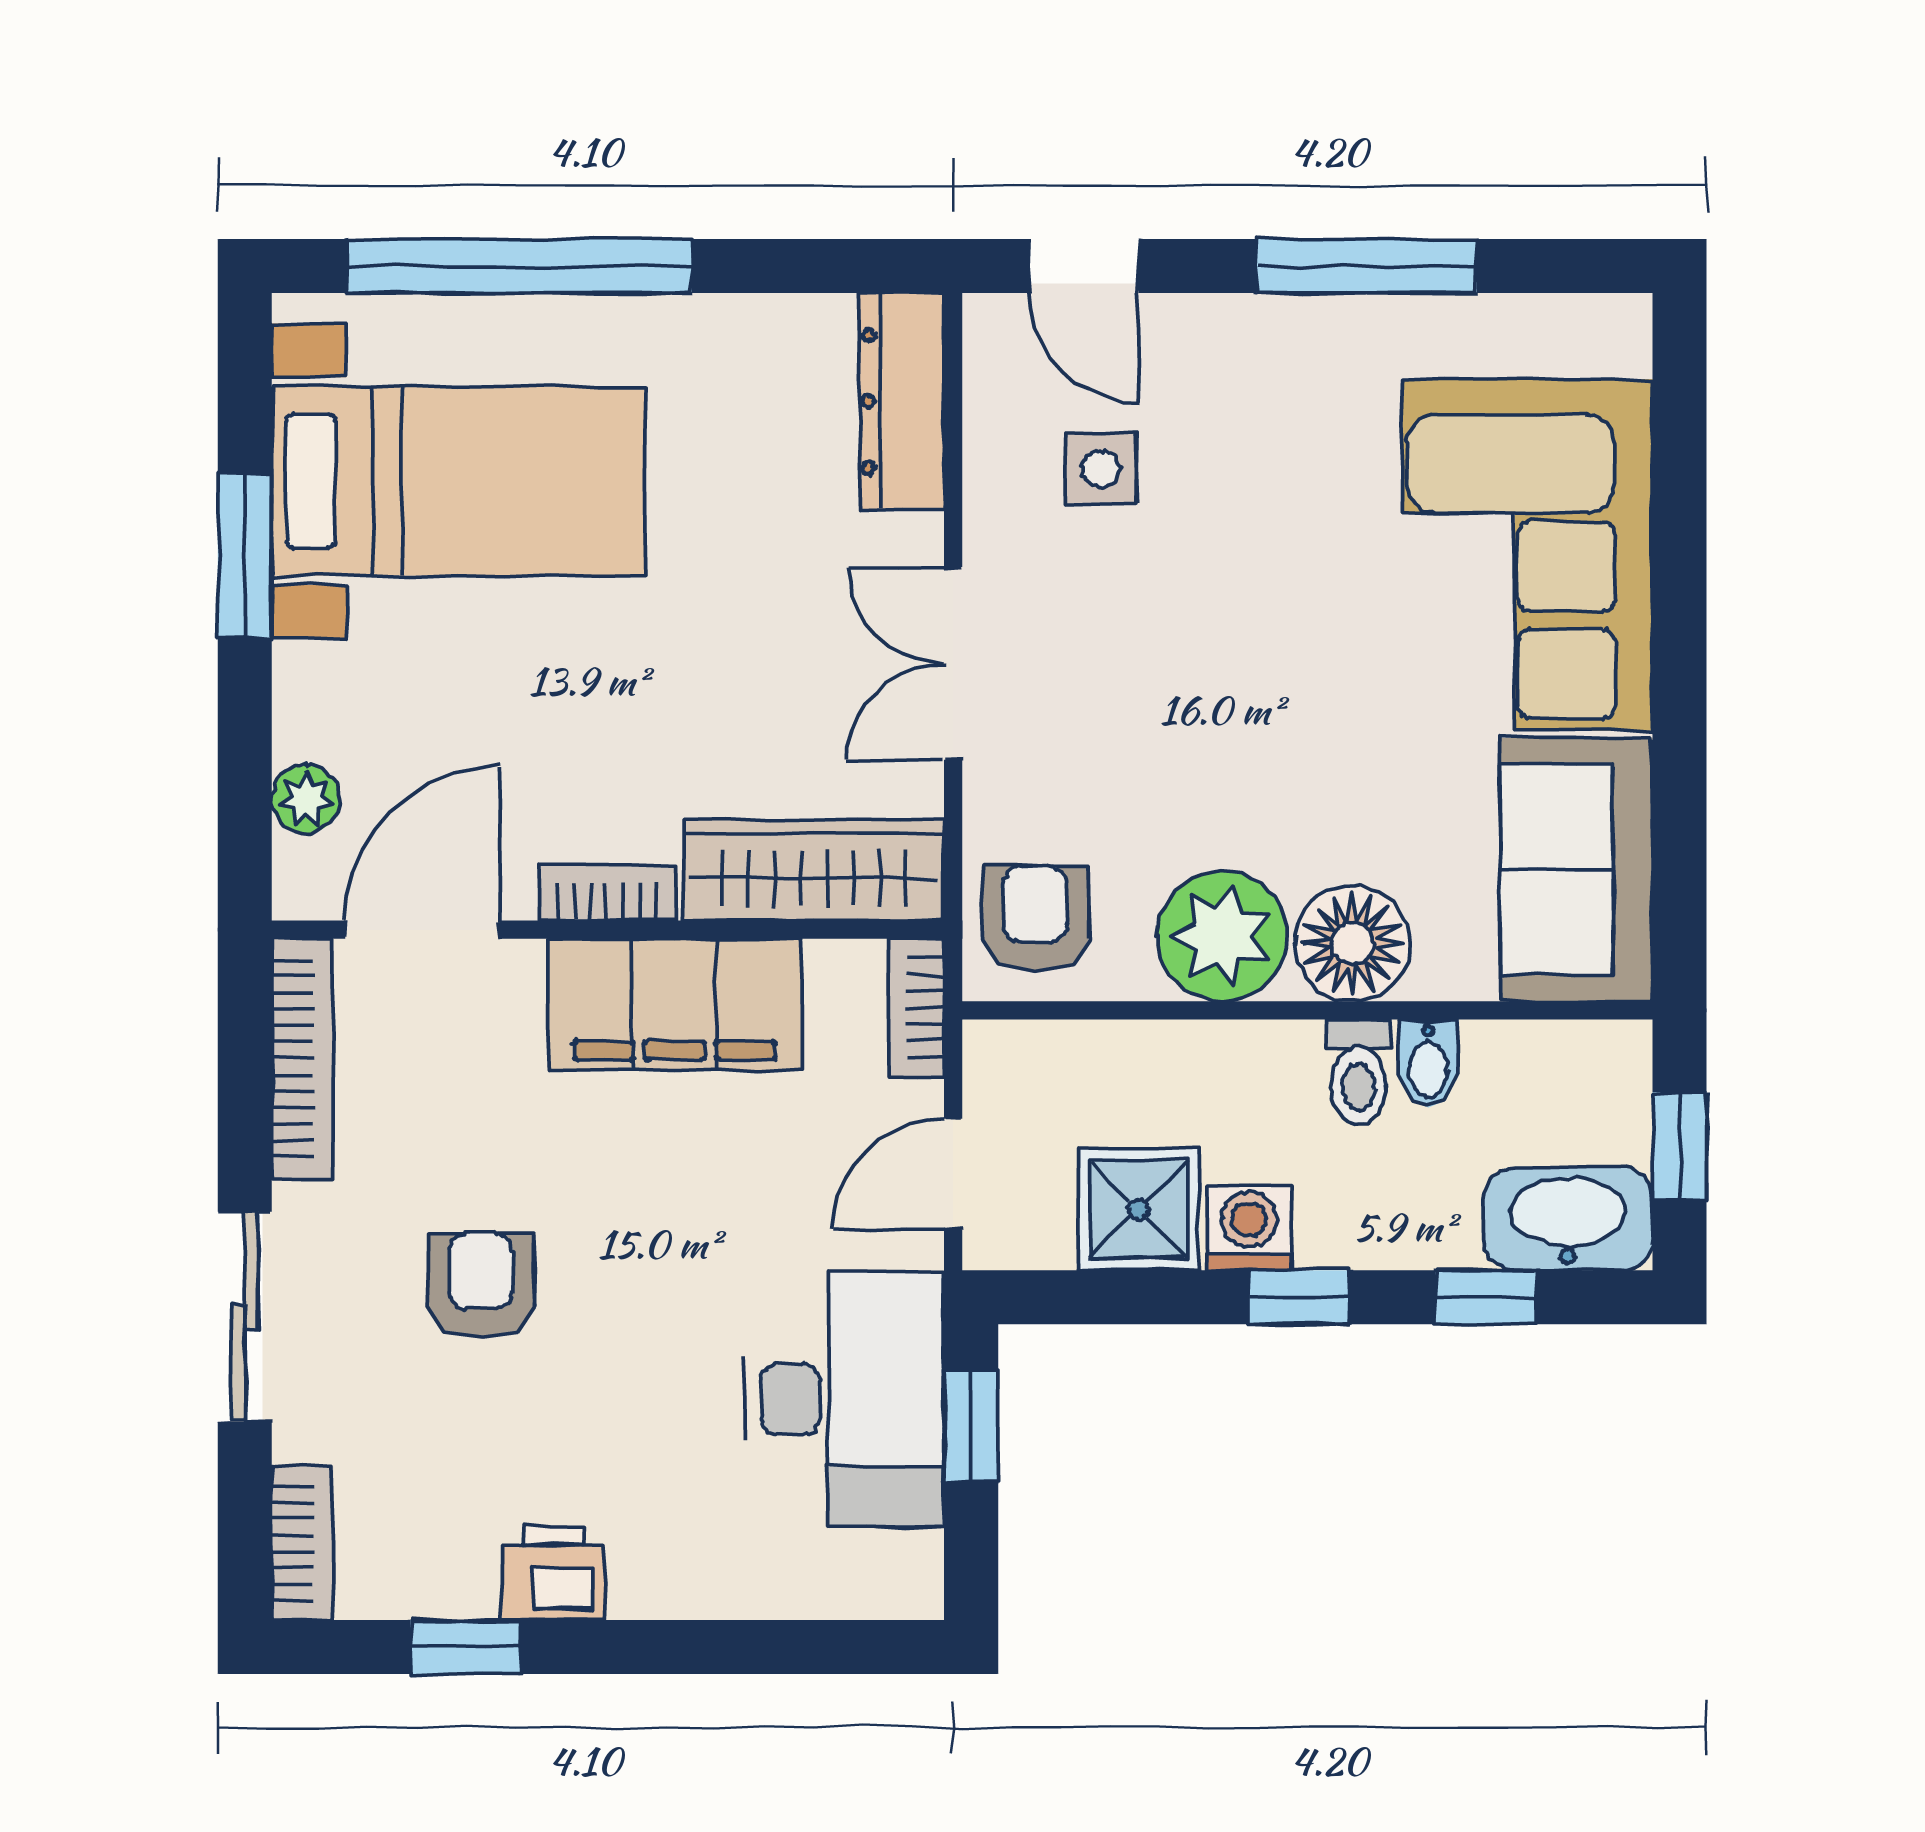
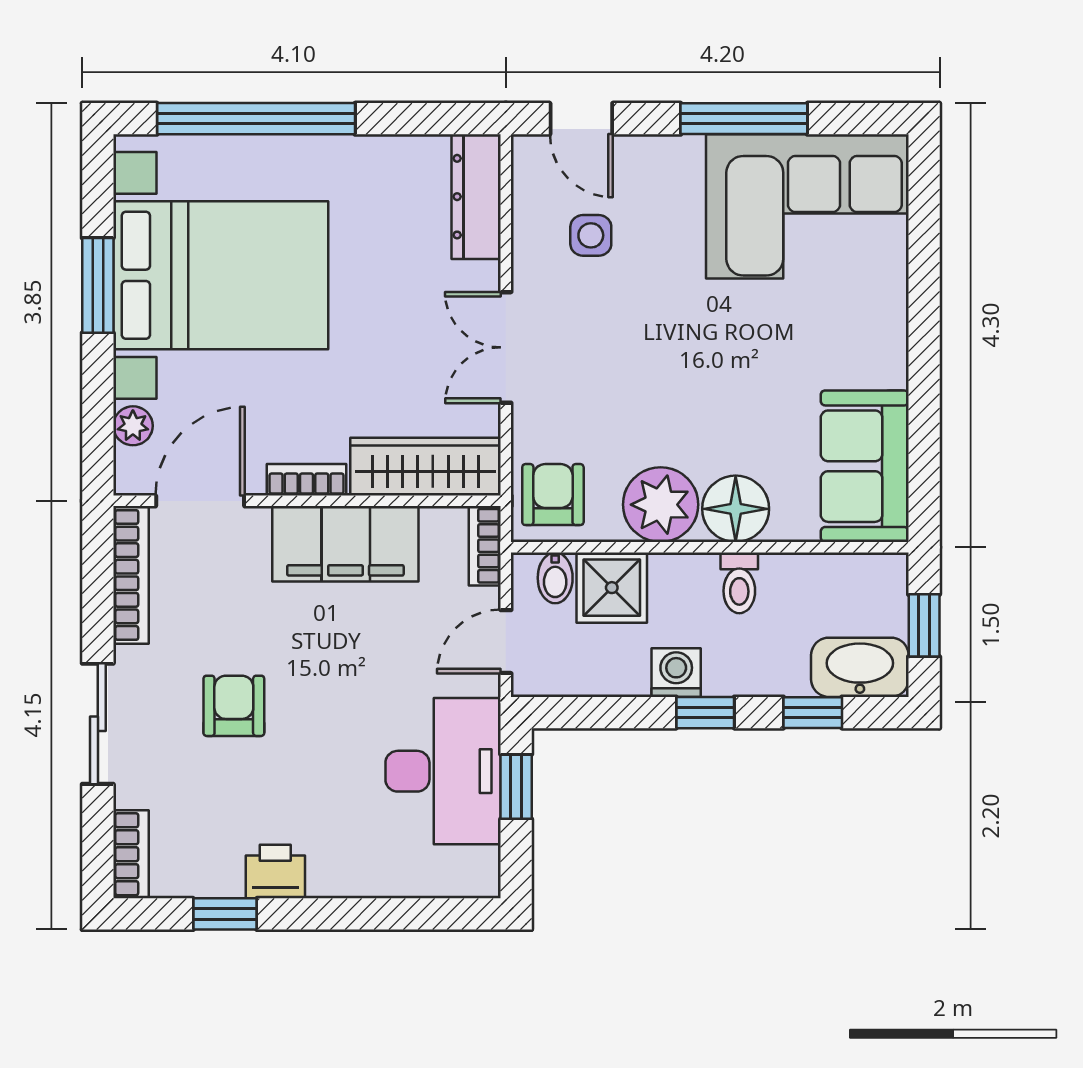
bed with nightstands: (458, 481) -> (221, 275), width x1.36
corner sofa: (1527, 555) -> (807, 206), moved, turned -90
bidet: (1428, 1063) -> (555, 578), moved
shower: (1138, 1209) -> (612, 588), moved

